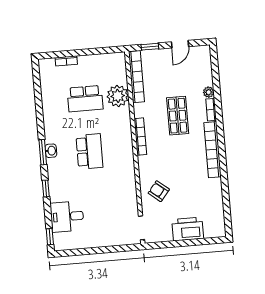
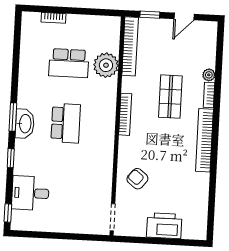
washbasin: (51, 151) -> (25, 124), width x1.91, depth x1.45

